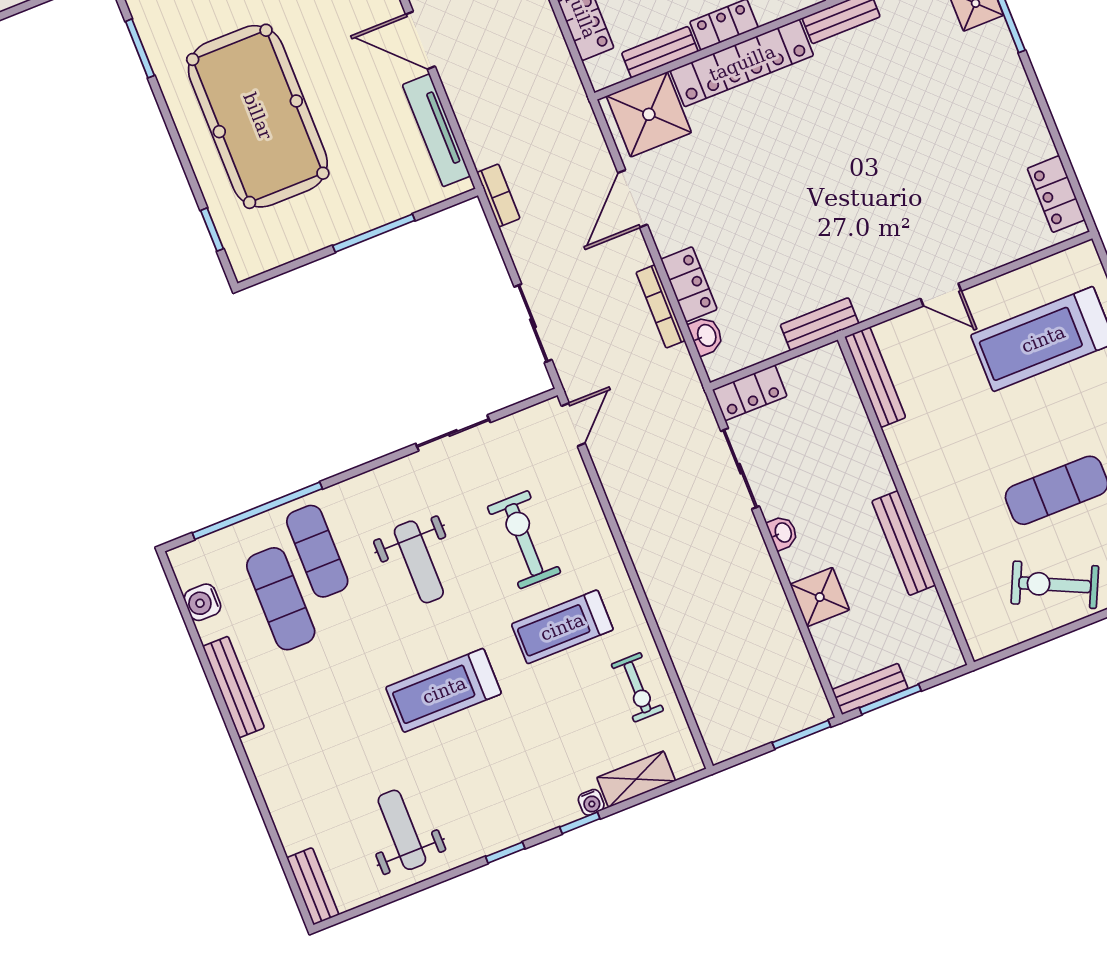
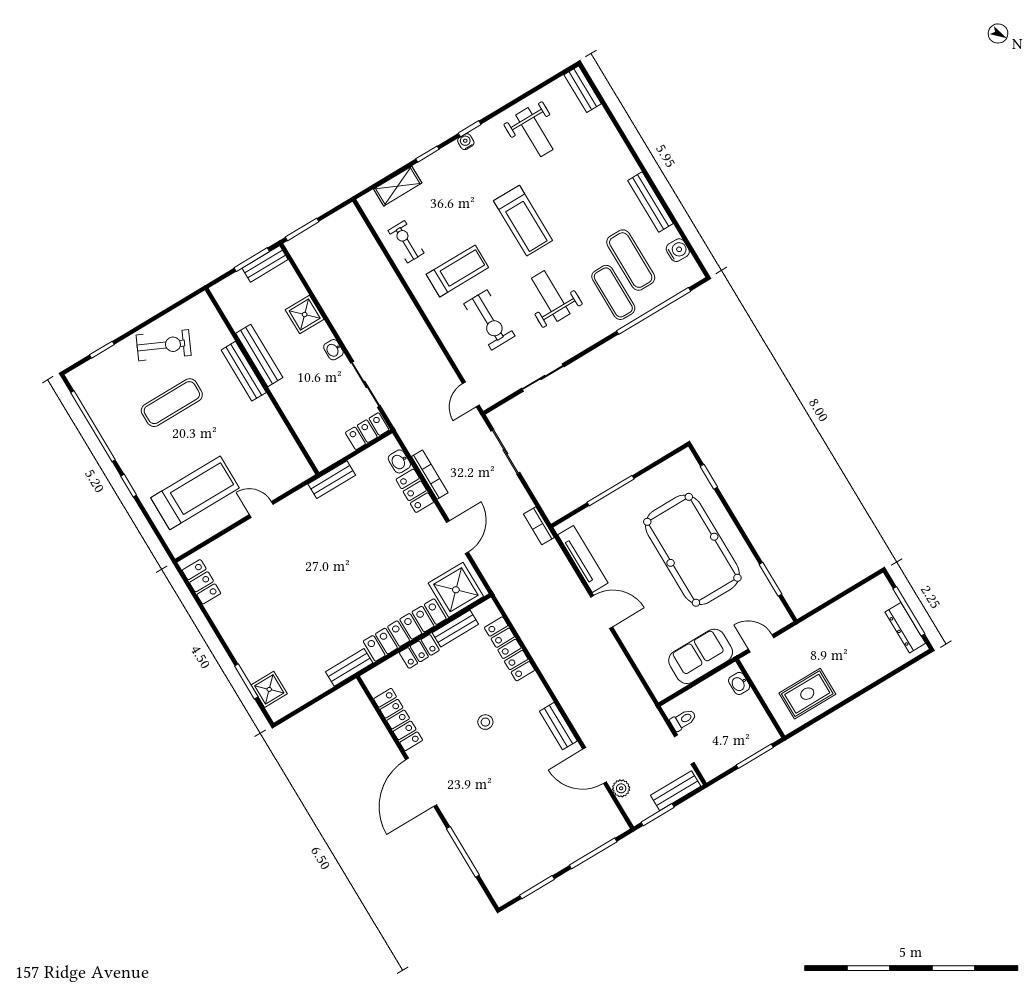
bench: (875, 377) -> (244, 371), moved
treadmill: (444, 690) -> (523, 221), turned 90
water cooler: (591, 802) -> (466, 142), moved

